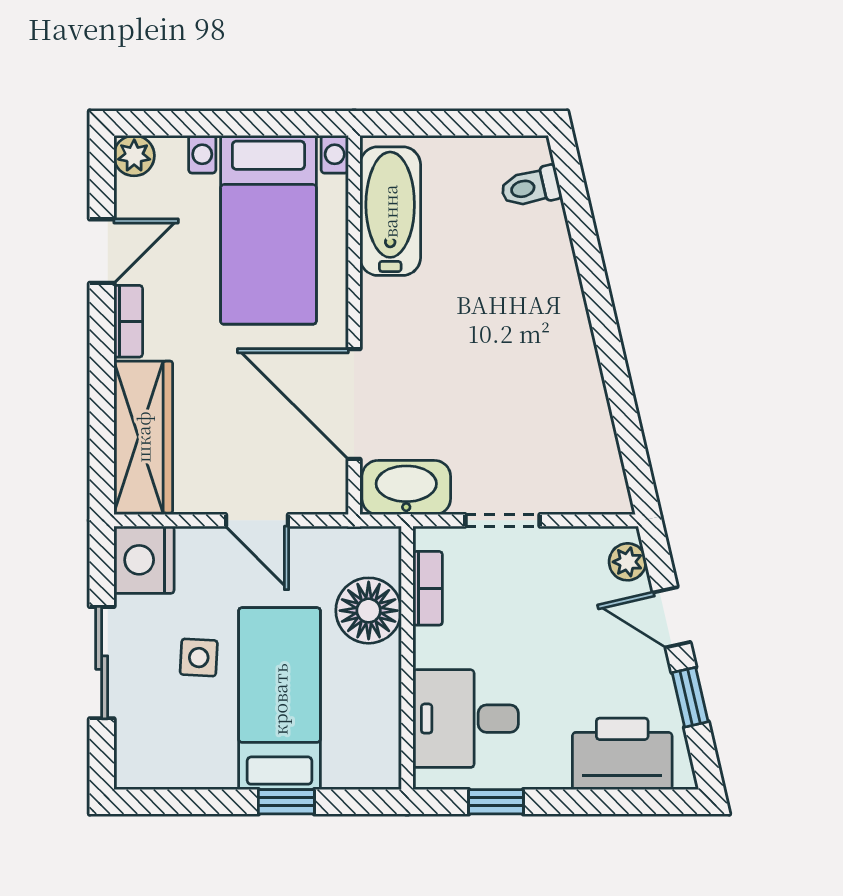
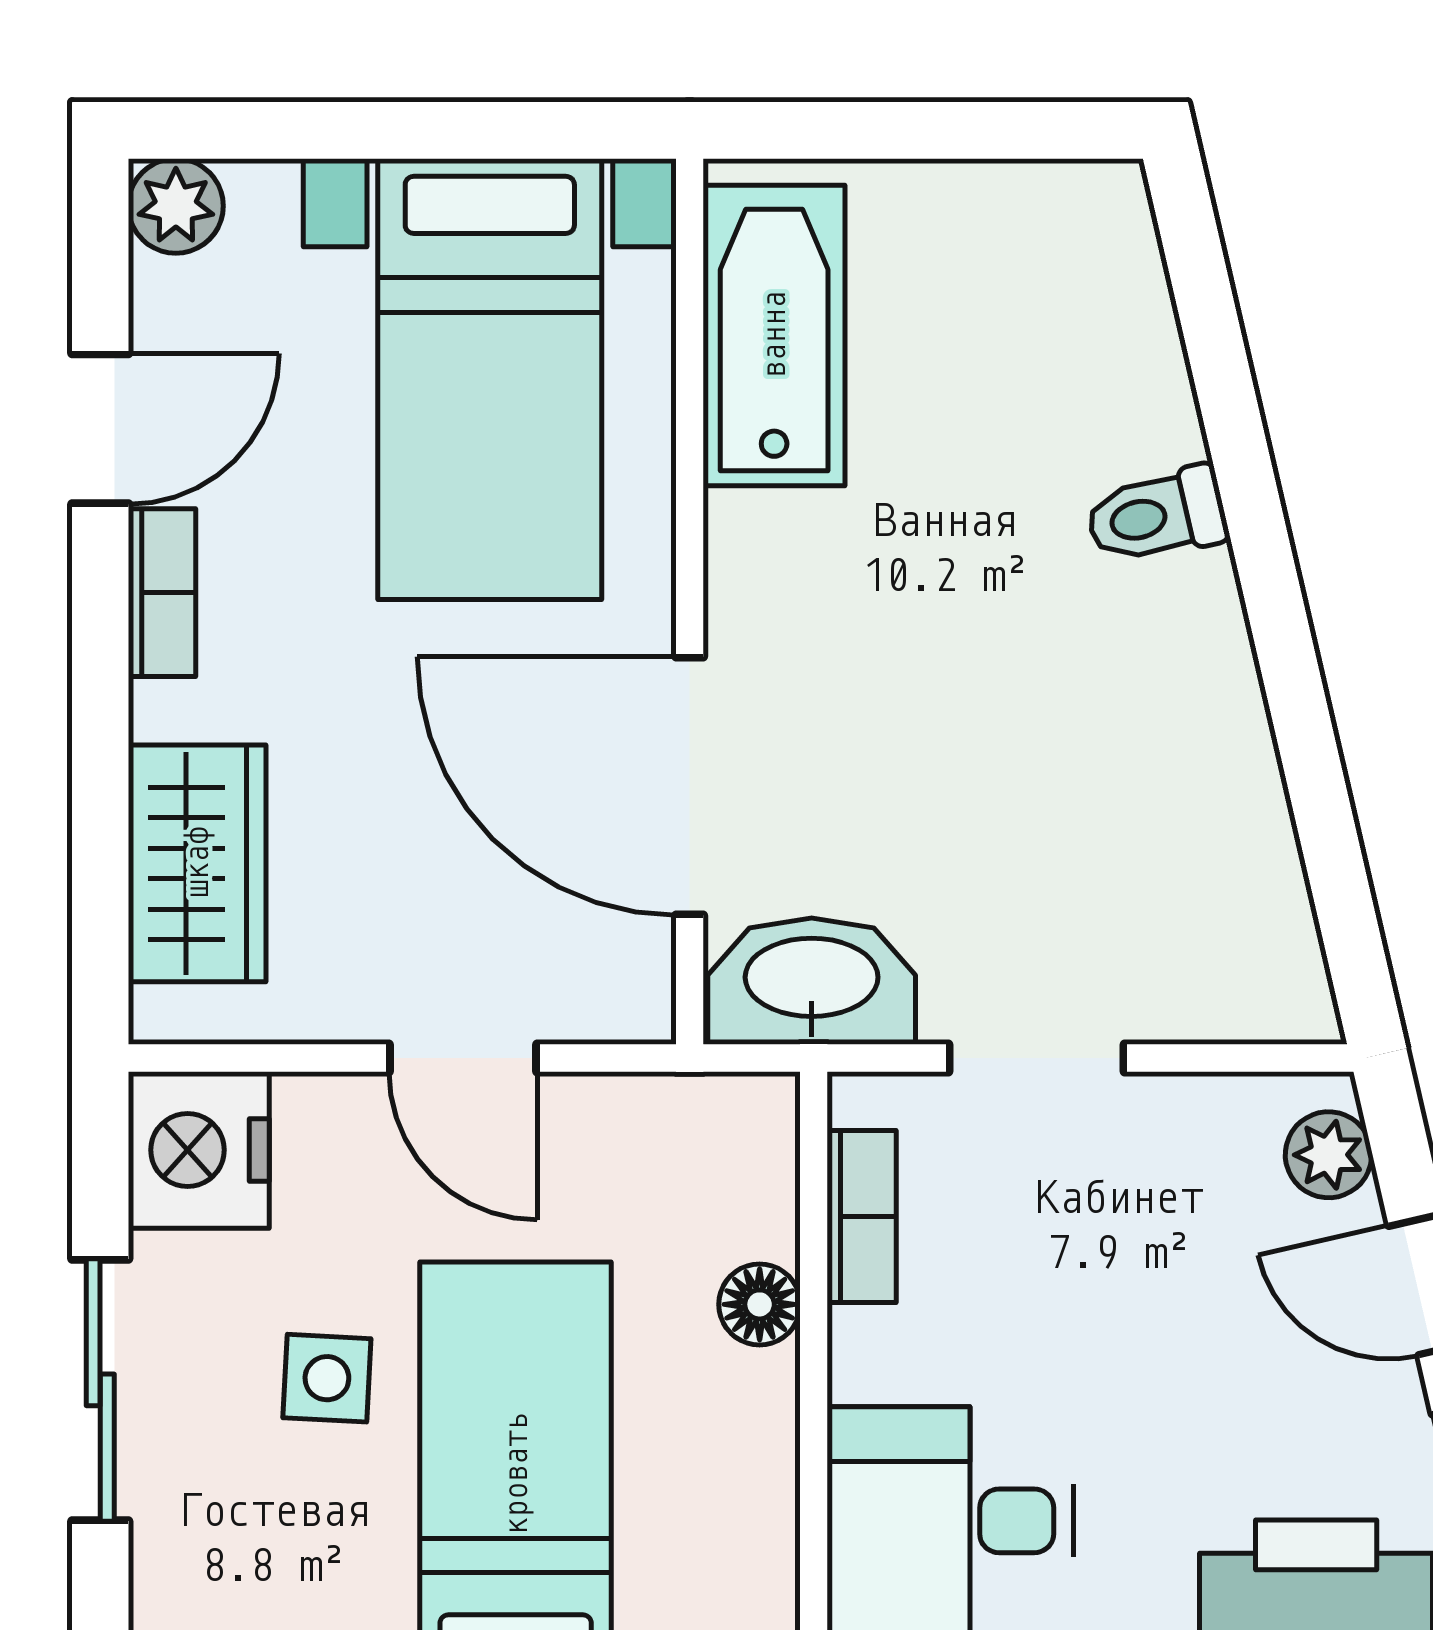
toilet: (531, 187) -> (1157, 516), moved
wardrobe: (143, 437) -> (197, 863), width x0.67
floor lamp: (369, 611) -> (760, 1304), width x0.53, depth x0.53

